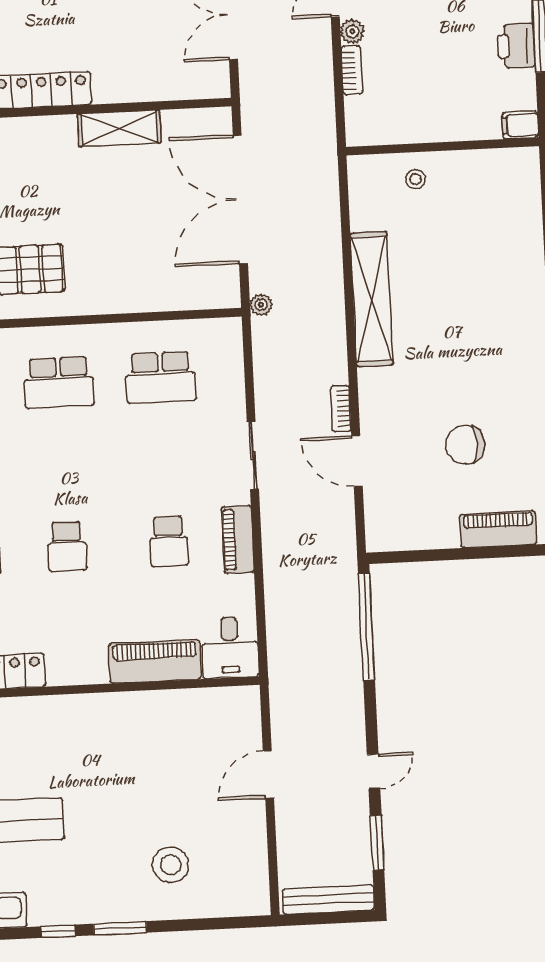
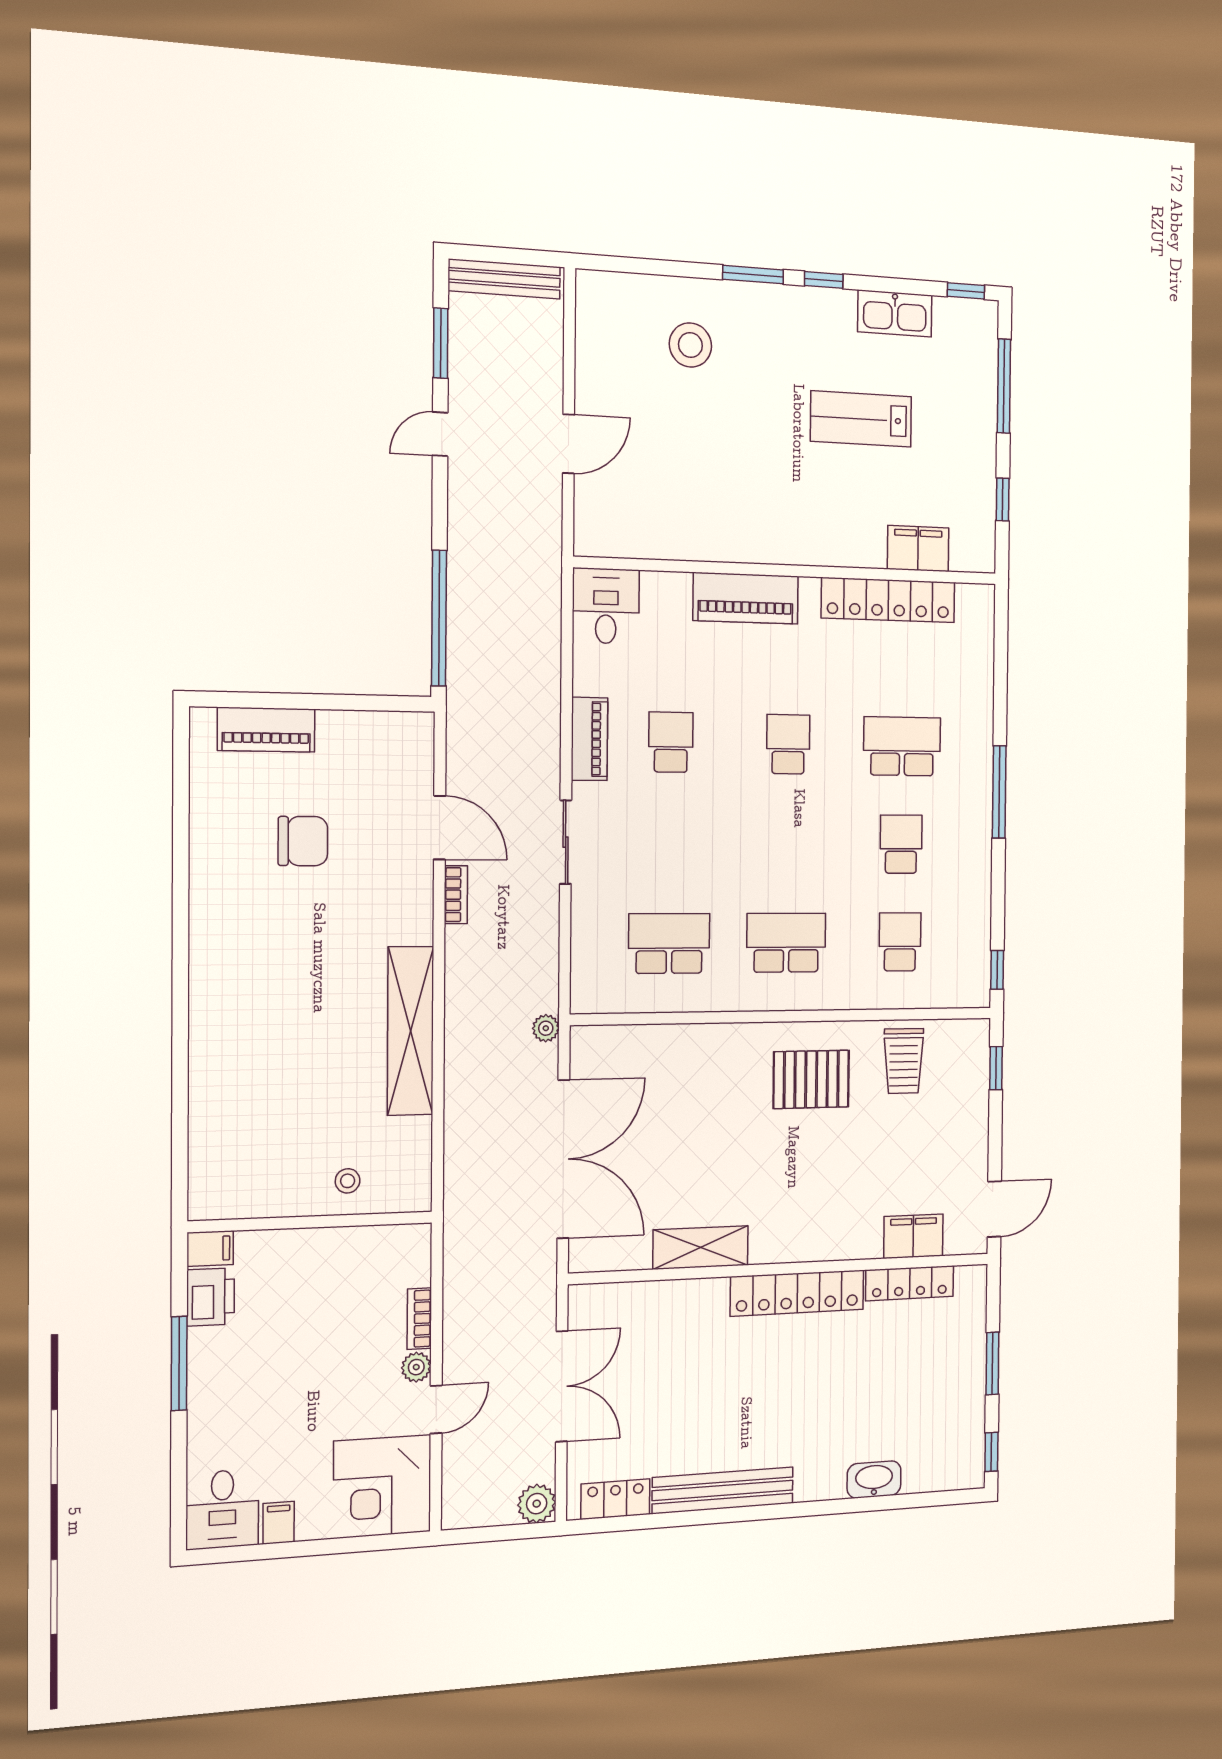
printer: (516, 46) -> (211, 1297), moved
piano: (155, 662) -> (746, 598), moved

